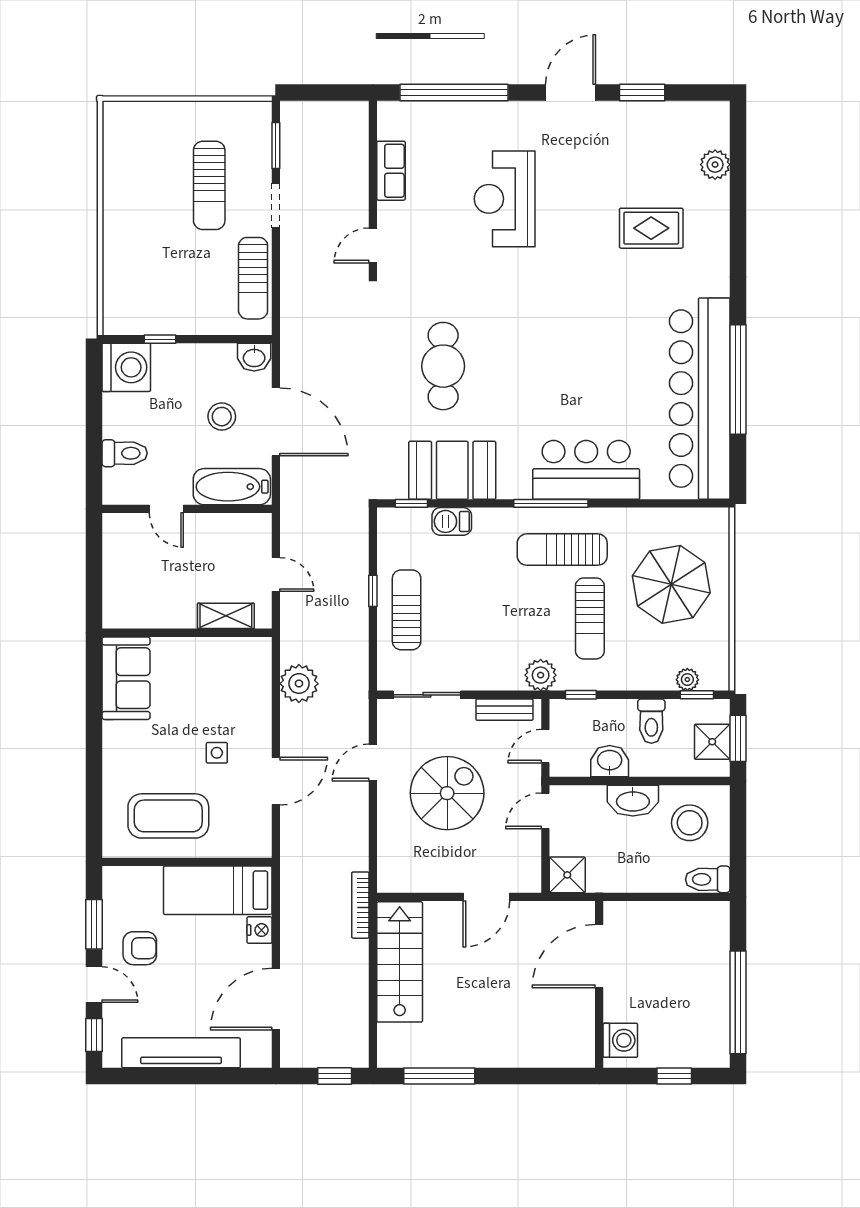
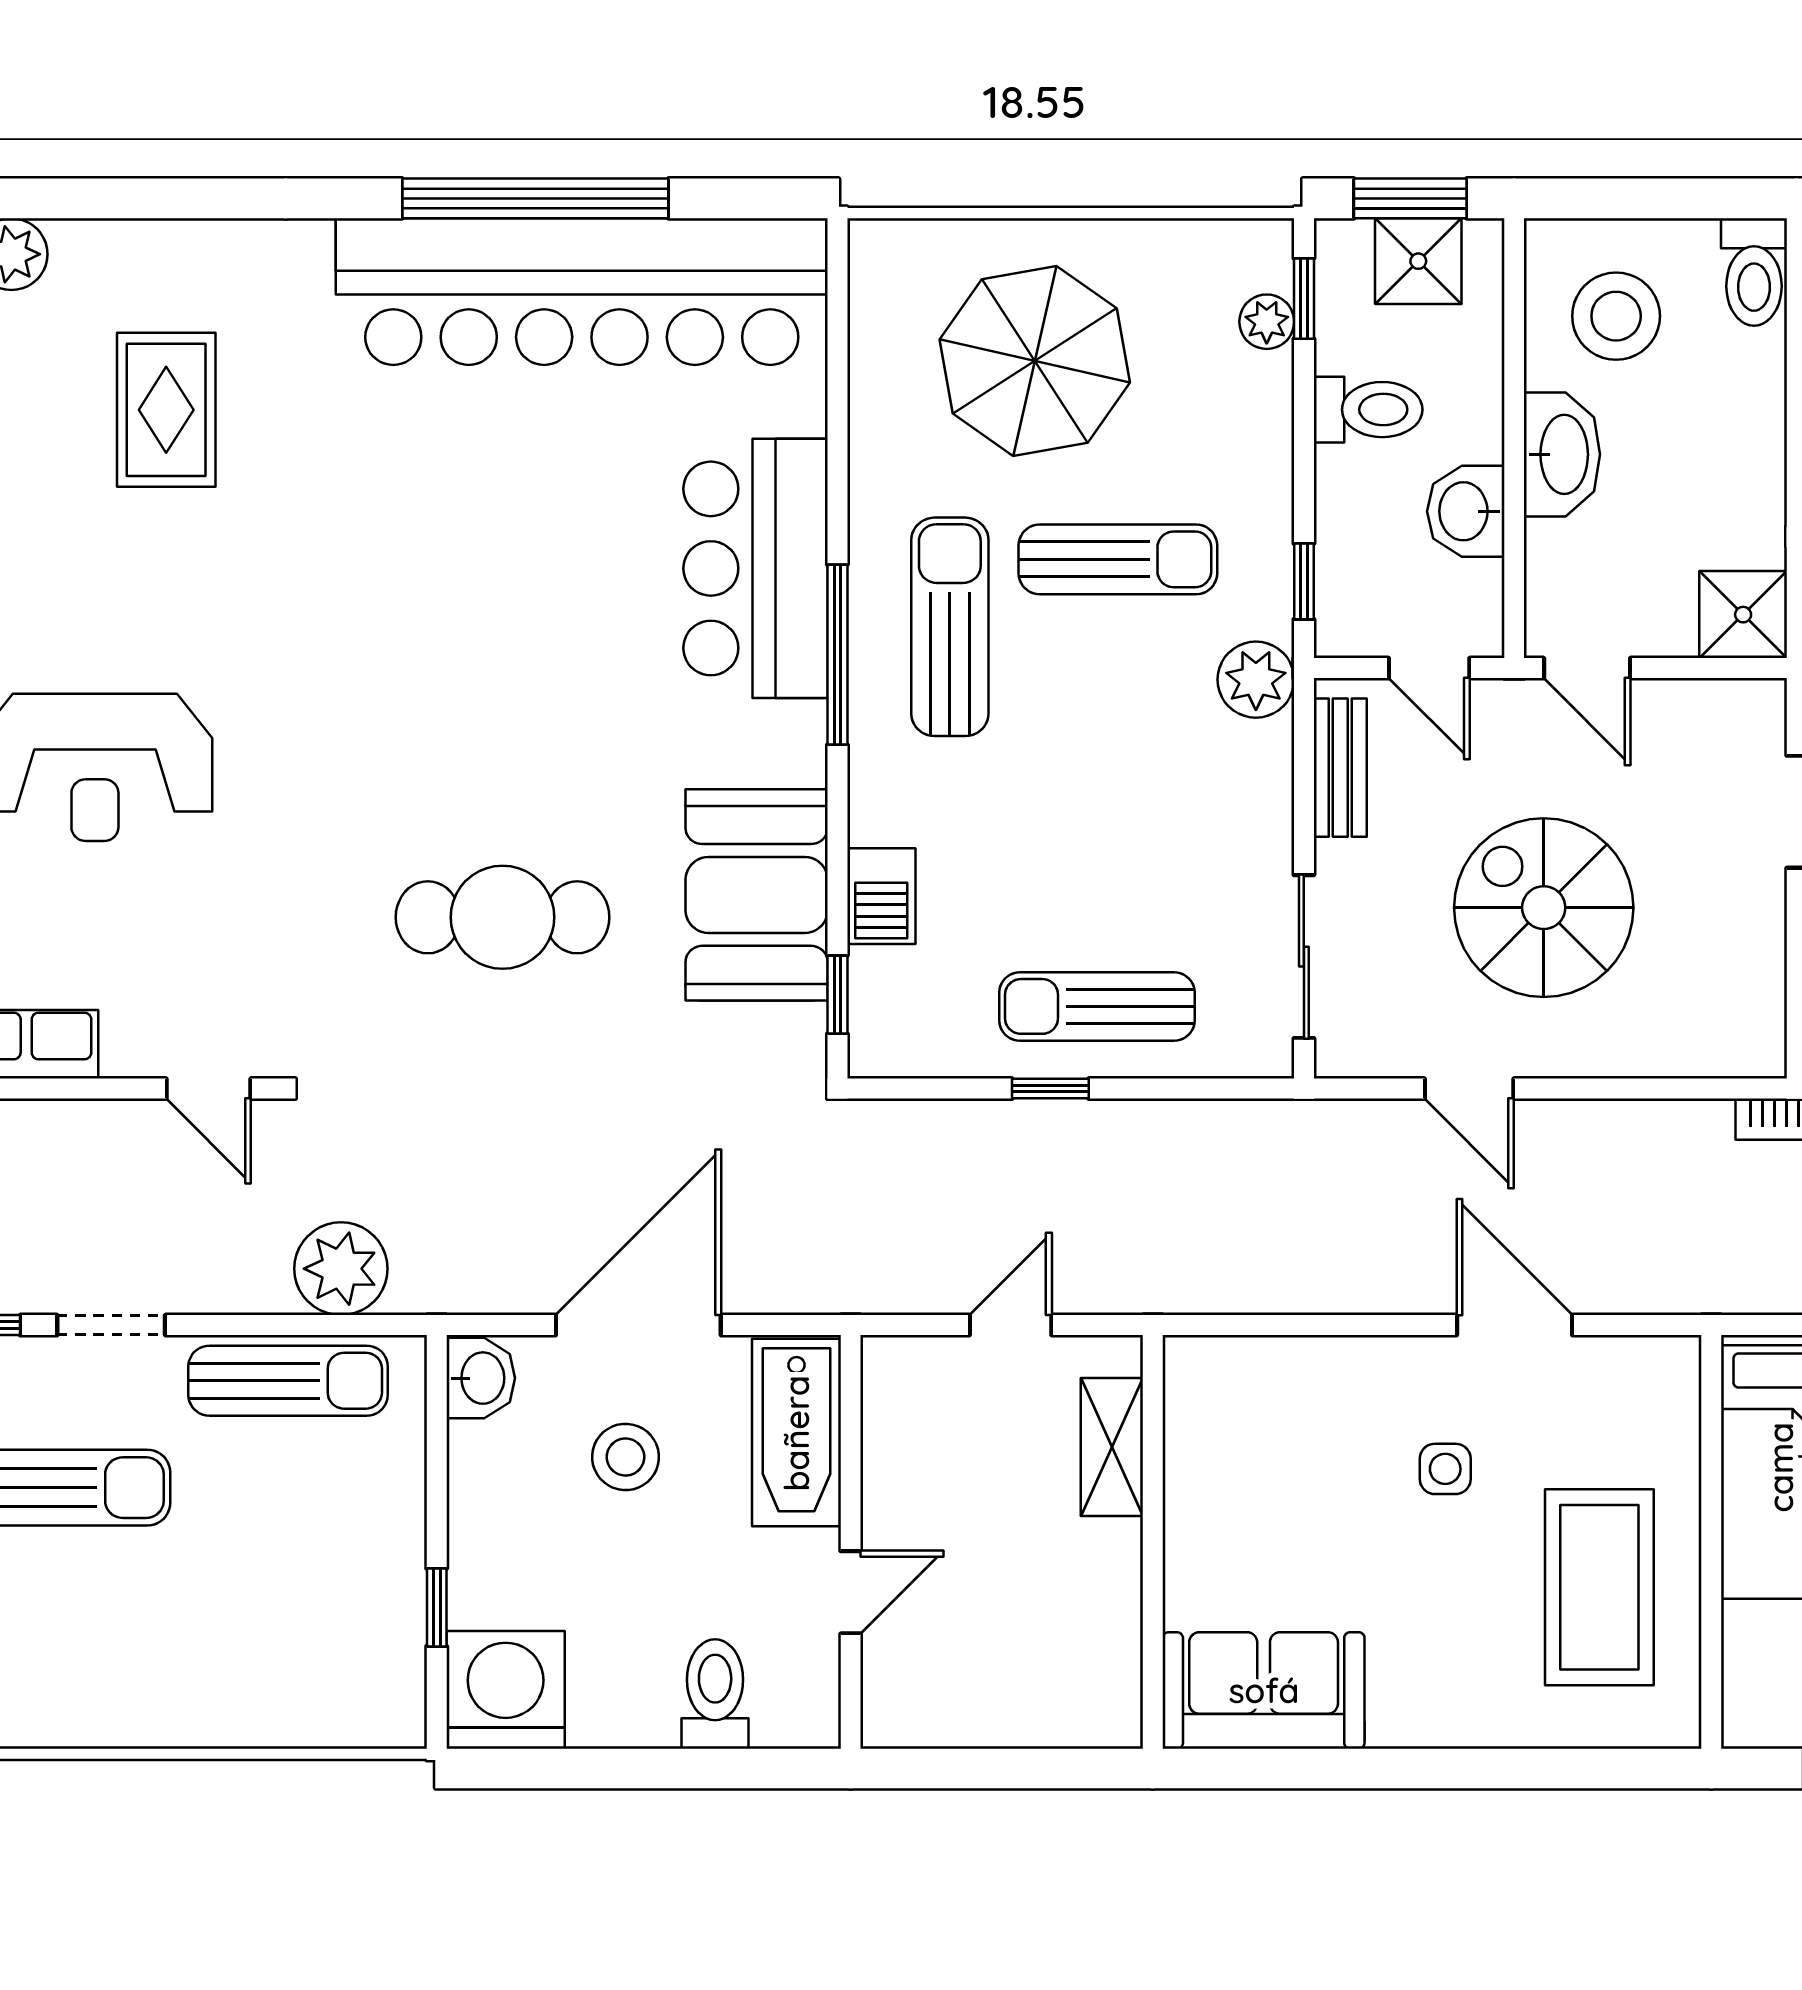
sun lounger: (562, 550) -> (950, 627), turned 180
plant: (299, 684) -> (341, 1269), moved

